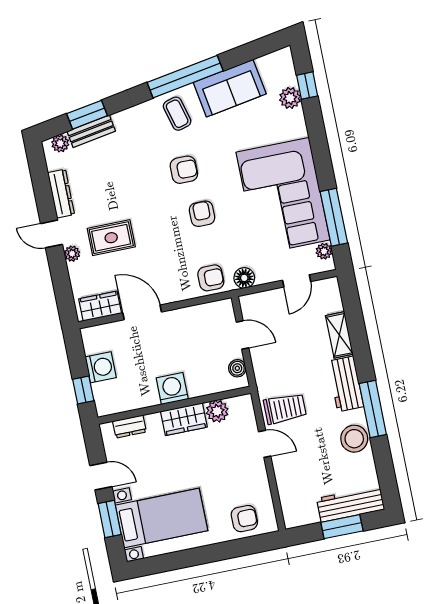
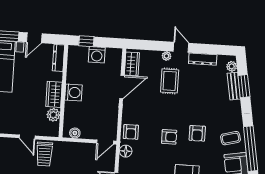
door: (52, 234) -> (181, 47), hinge flipped
door: (242, 335) -> (105, 142), moved
dresser: (129, 426) -> (59, 58), width x1.44
door: (265, 444) -> (27, 137), hinge flipped

